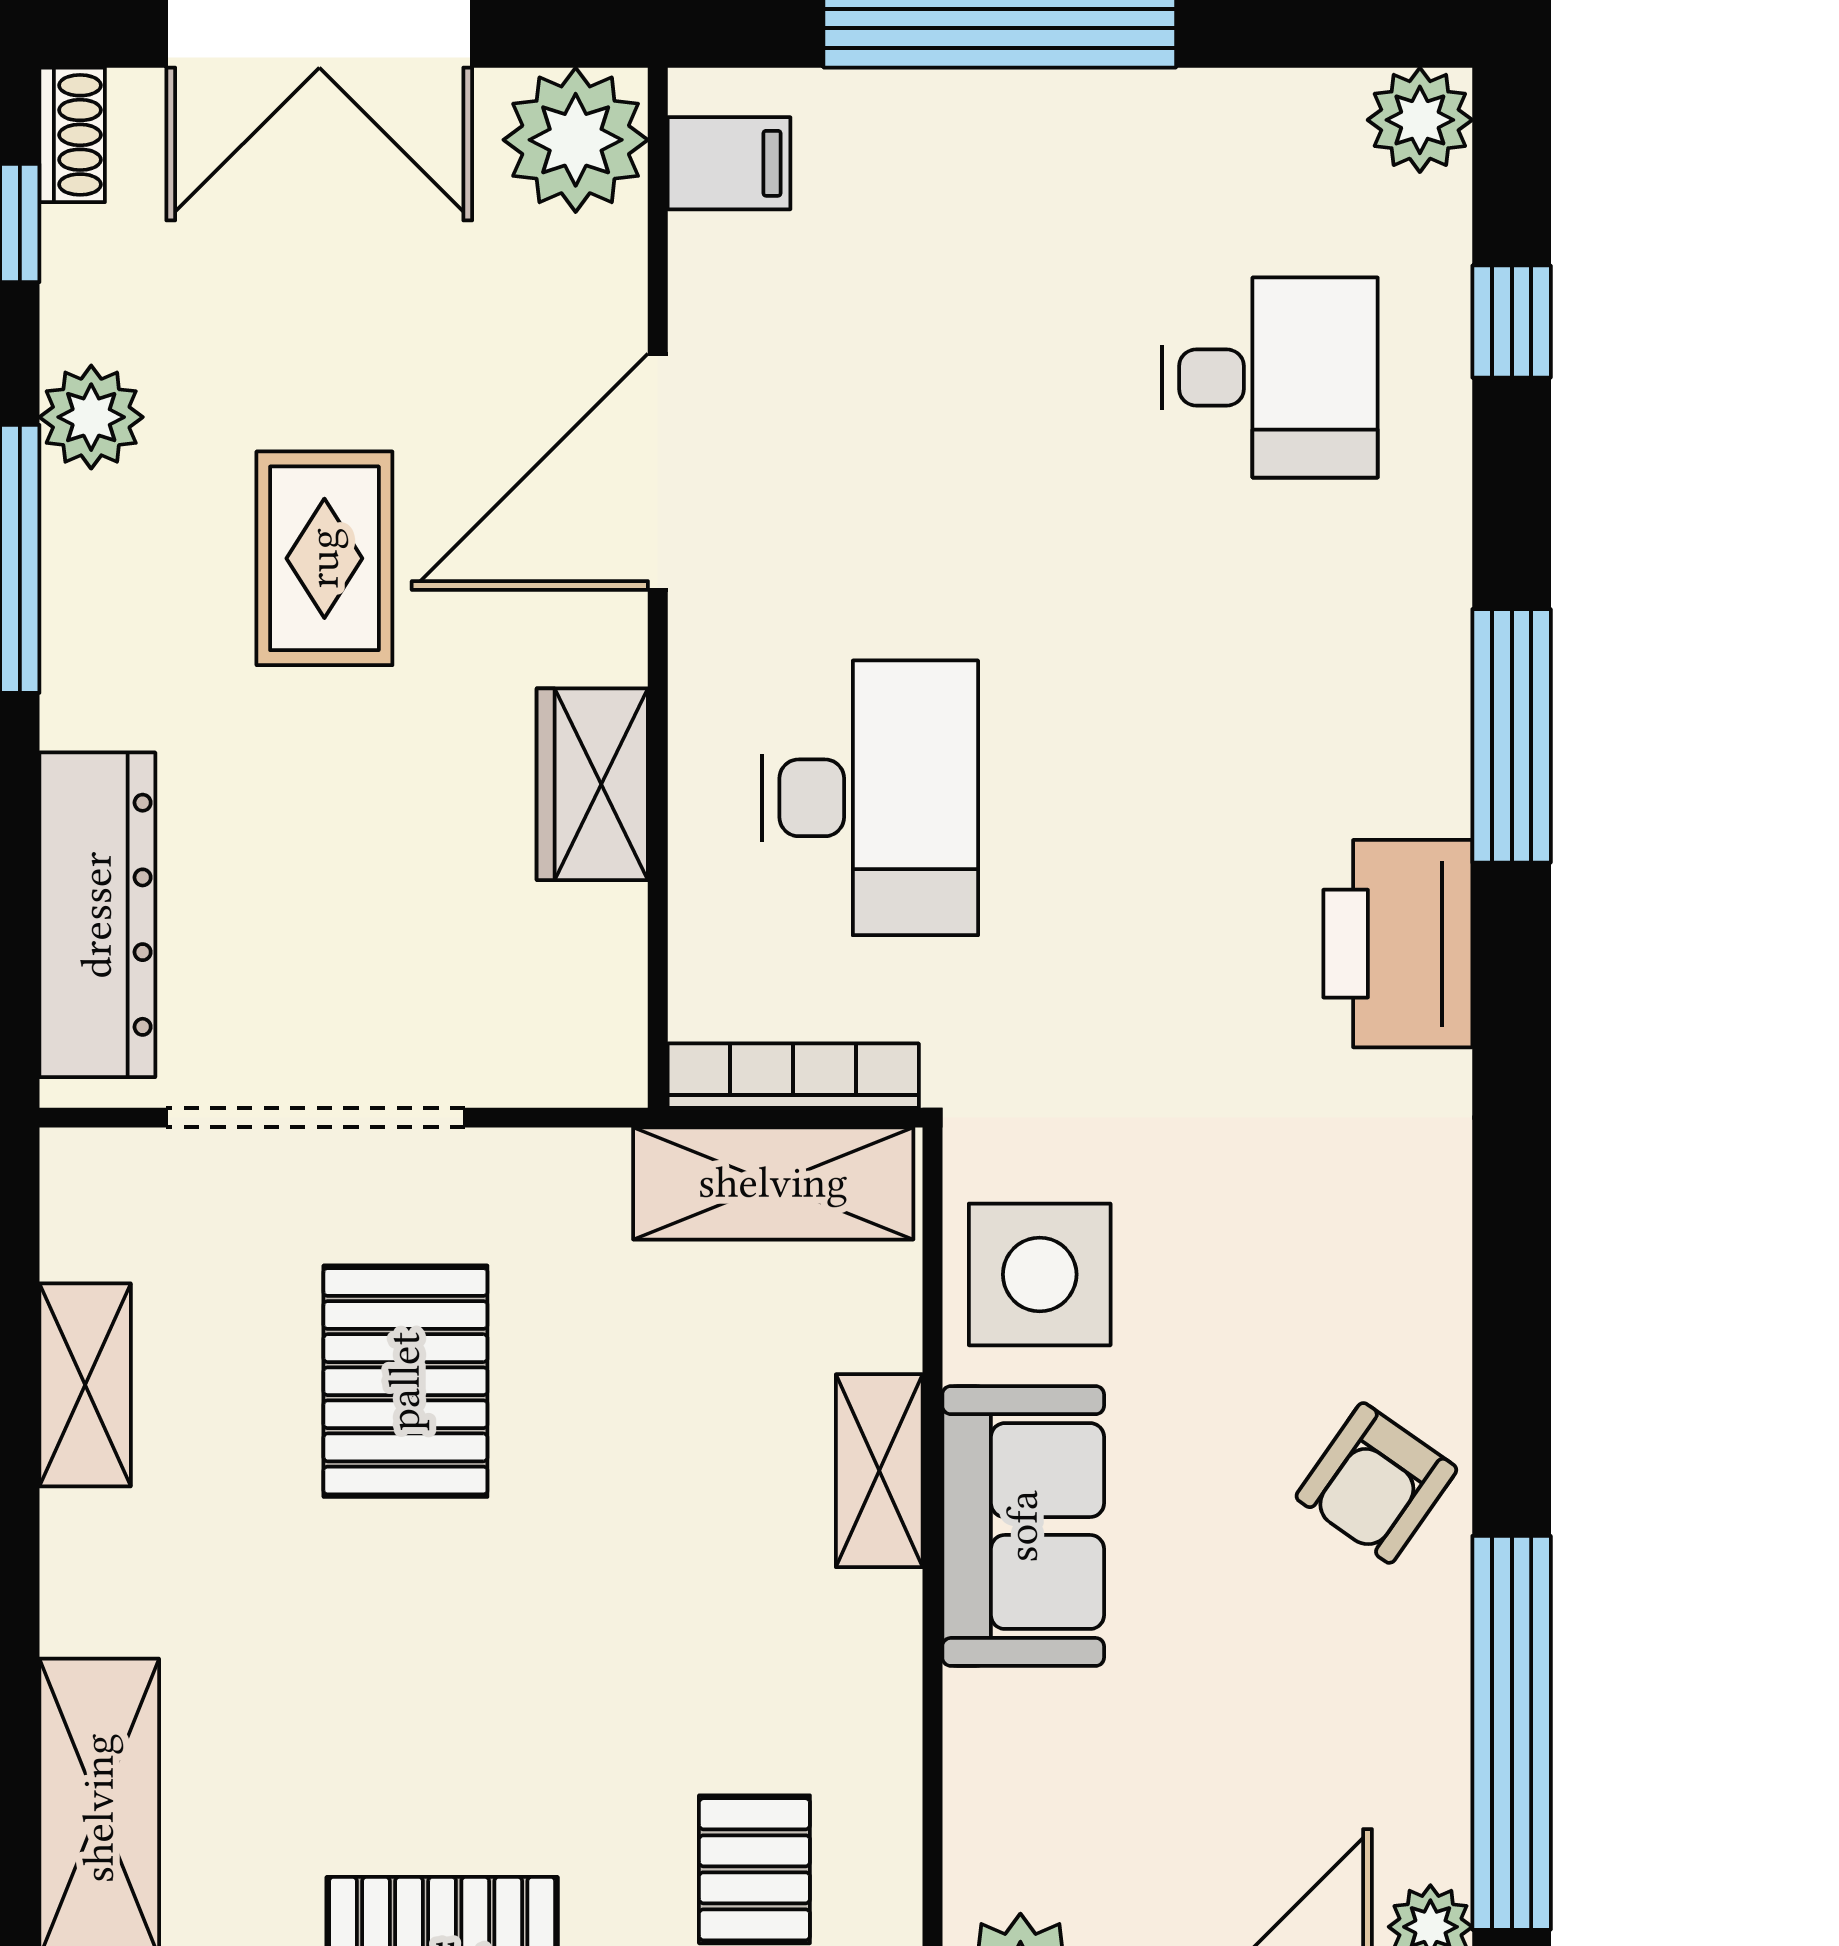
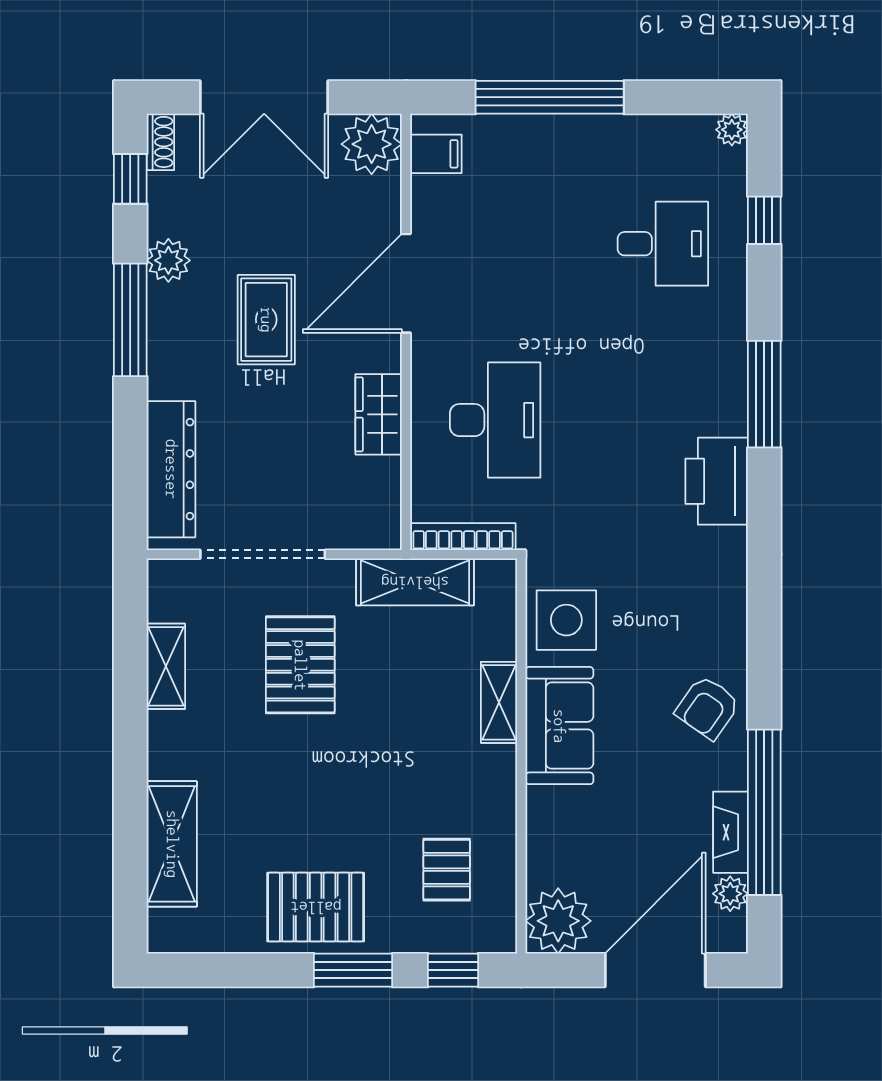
plant: (1420, 120) -> (732, 130), width x0.73, depth x0.73
shelving: (773, 1183) -> (415, 582), moved
fireplace: (1431, 1780) -> (730, 832), added

